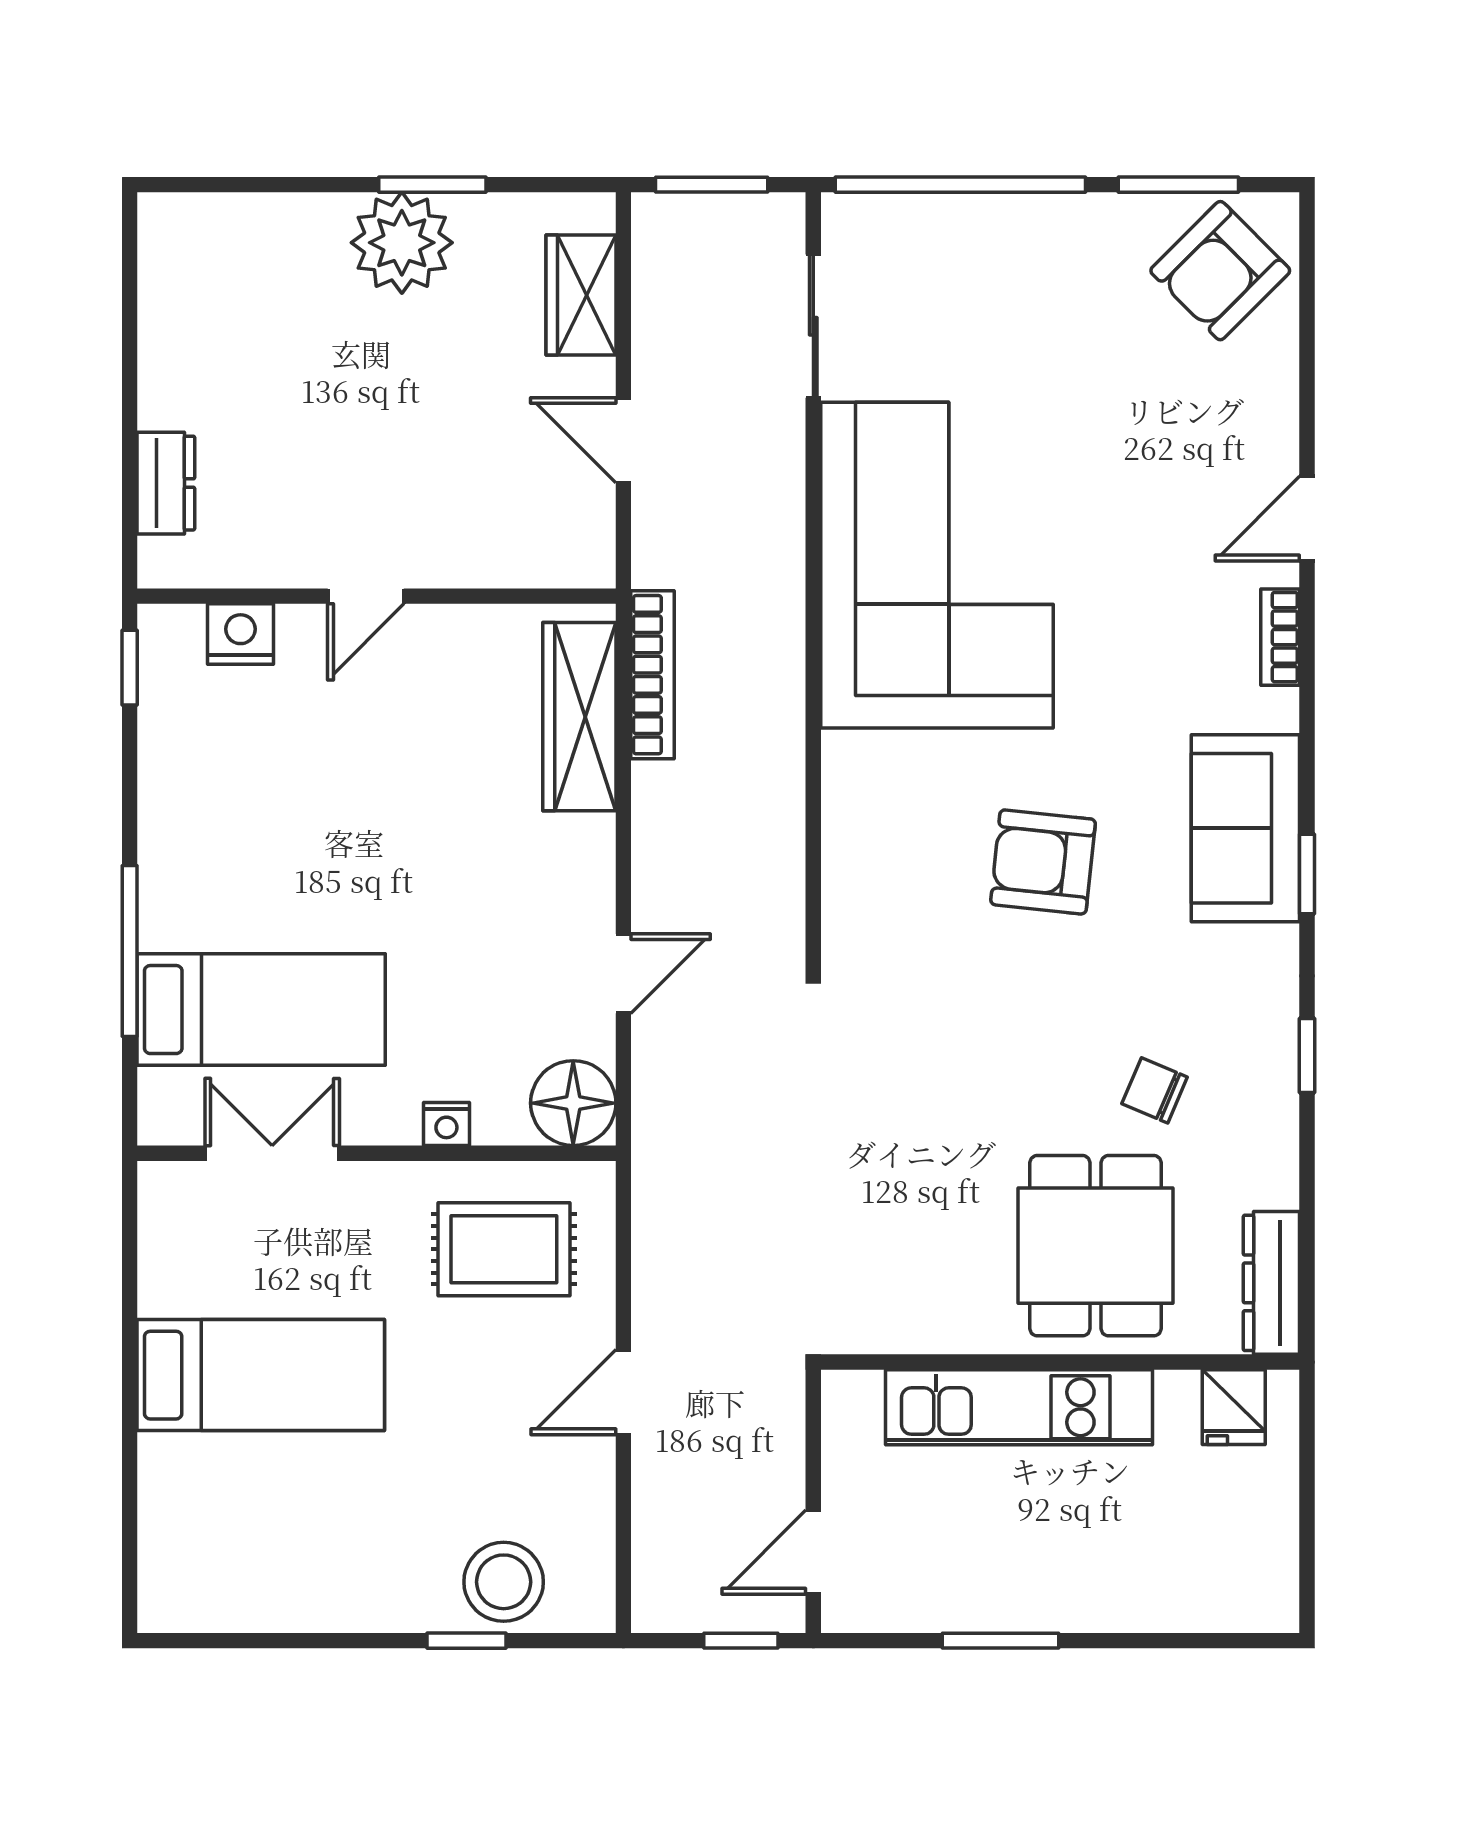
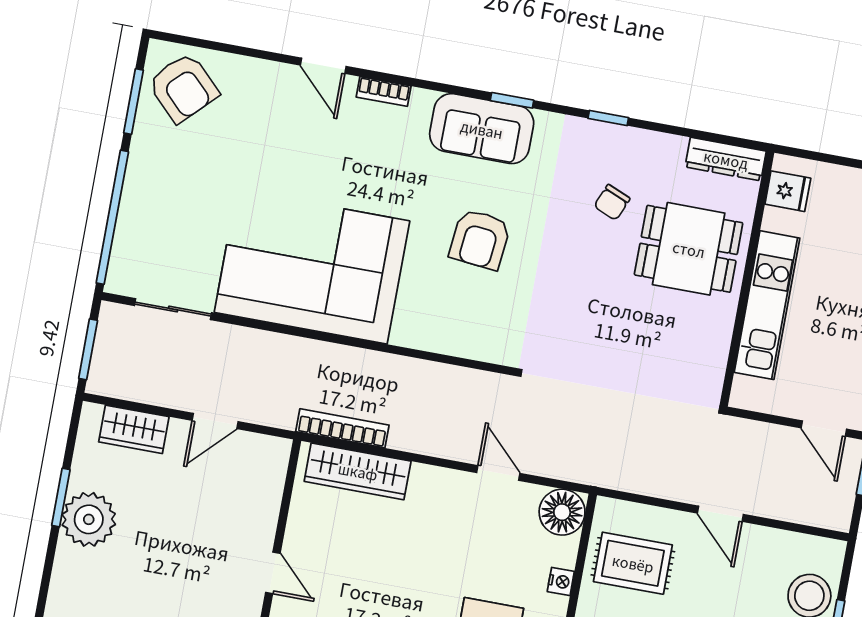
rug: (504, 1249) -> (633, 563), turned 90

